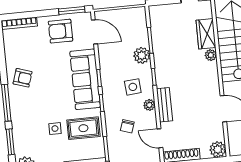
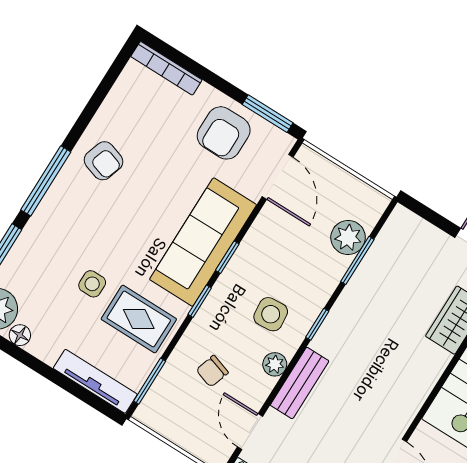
armchair: (61, 31) -> (224, 133), turned -90
plant: (142, 55) -> (348, 237), moved
plant: (211, 55) -> (437, 361), removed

